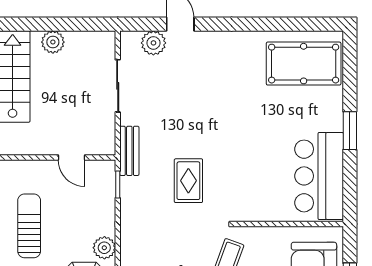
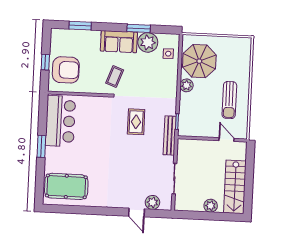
bench: (129, 151) -> (170, 135), width x1.36
door: (71, 157) -> (227, 140), moved

